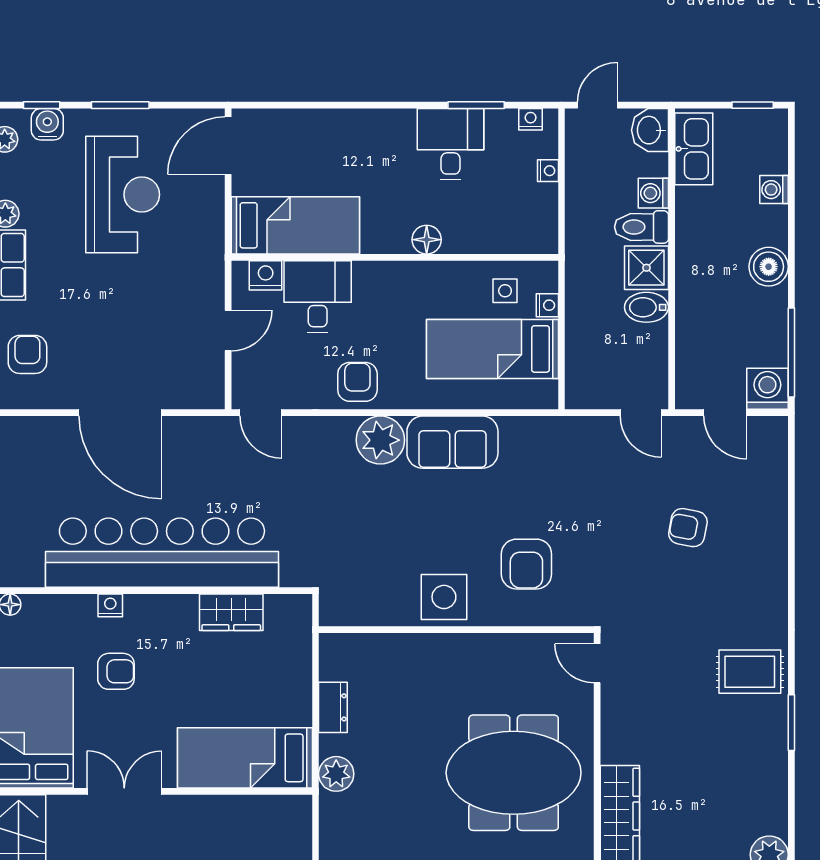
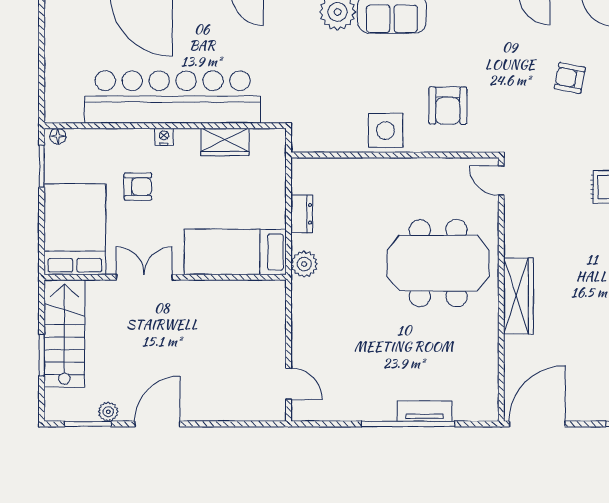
nightstand: (110, 605) -> (164, 137), moved

